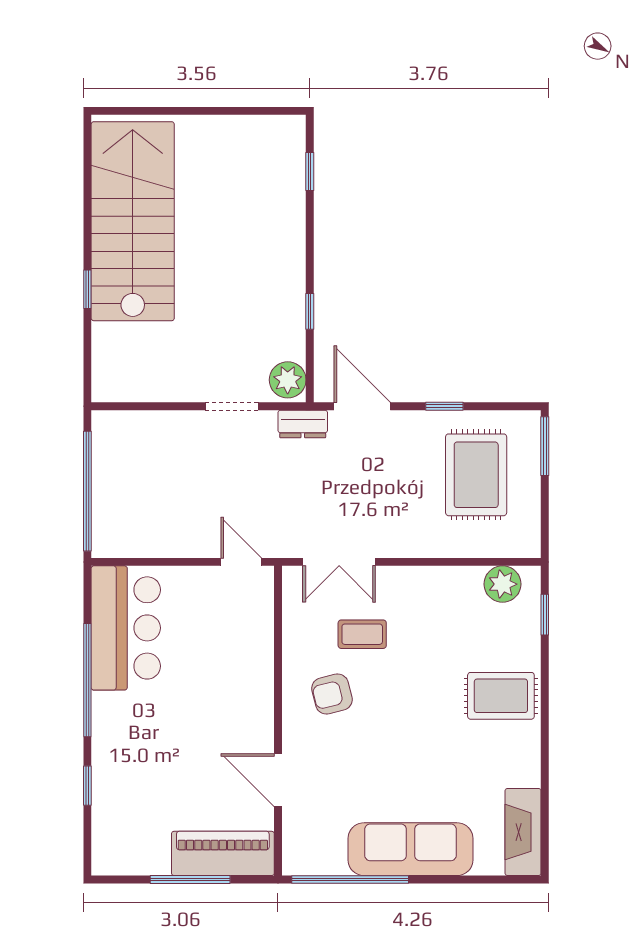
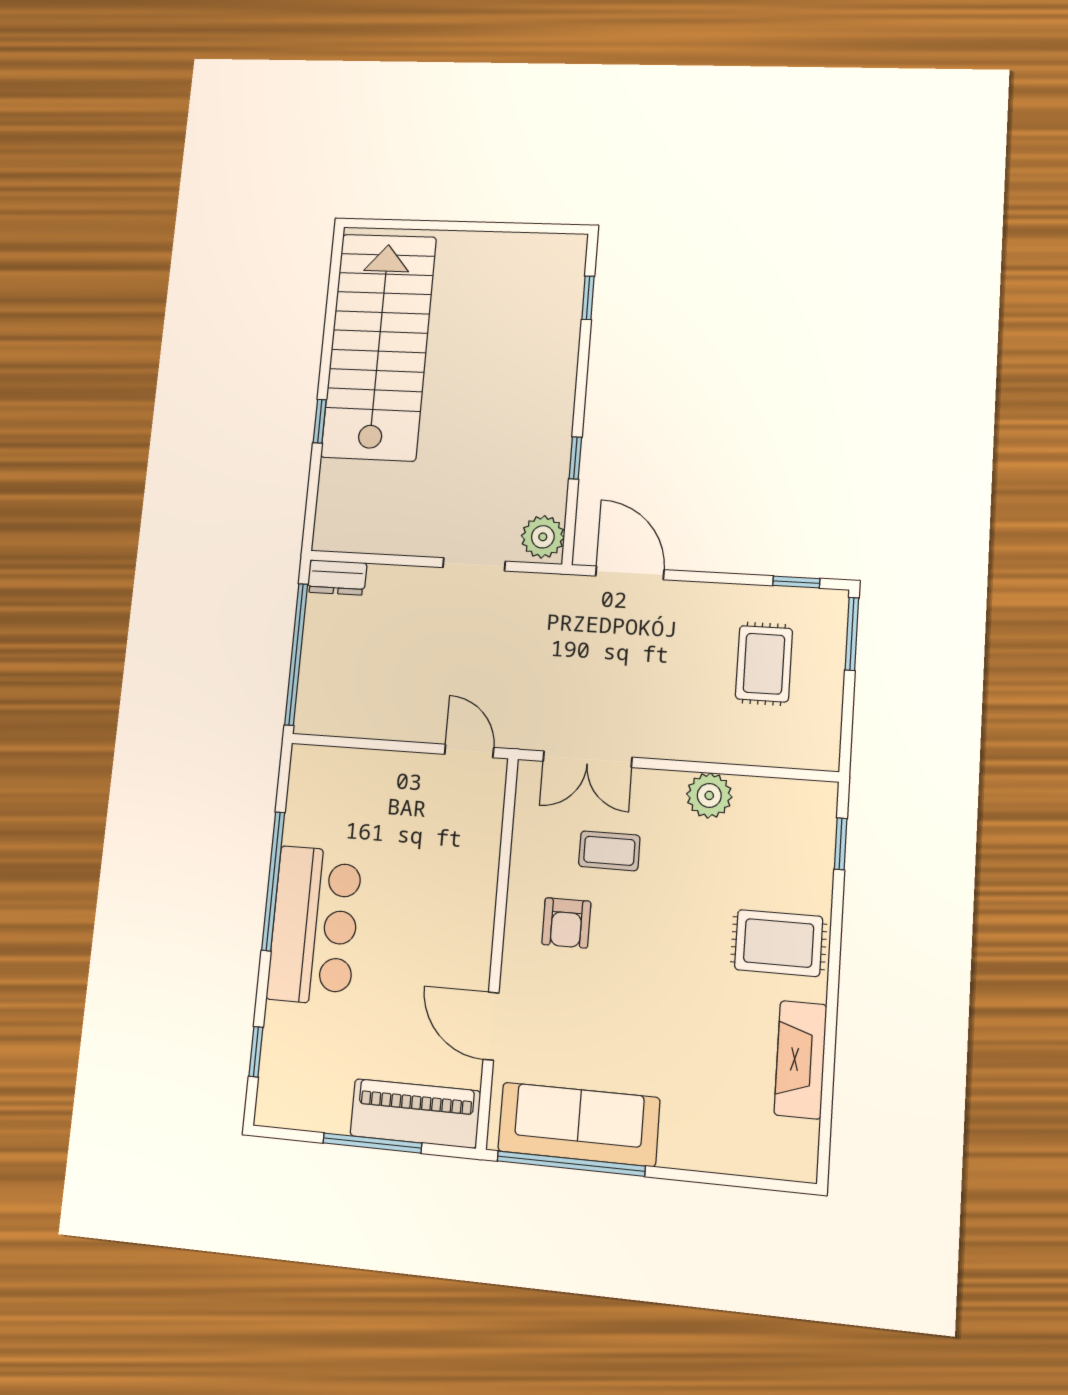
window: (444, 406) -> (796, 582), moved
dresser: (303, 424) -> (337, 577), moved
rug: (476, 475) -> (764, 664), width x0.73, depth x0.70
plant: (503, 584) -> (709, 795), moved
bar counter: (126, 628) -> (314, 925), moved
armchair: (332, 694) -> (566, 923), turned -76
window: (87, 786) -> (256, 1052), moved
fireplace: (523, 832) -> (800, 1060), moved
sofa: (411, 849) -> (579, 1124), moved

